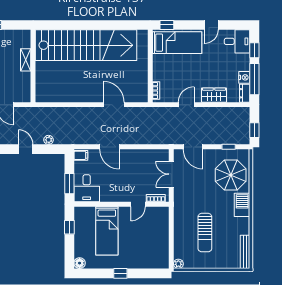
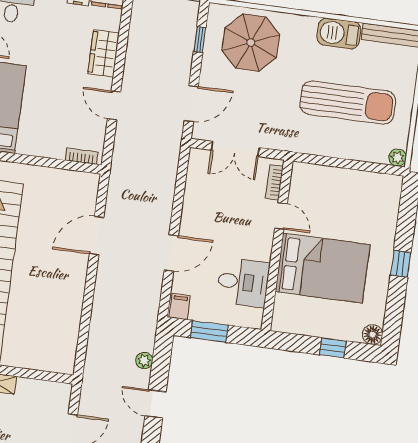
door: (26, 149) -> (155, 404), hinge flipped
window: (69, 184) -> (209, 331), moved
desk: (87, 188) -> (243, 282), moved
barbecue: (242, 205) -> (339, 33), moved
window: (69, 227) -> (333, 348), moved
bed: (107, 231) -> (323, 268), width x1.50
sun lounger: (205, 233) -> (348, 103), width x1.36, depth x1.34

